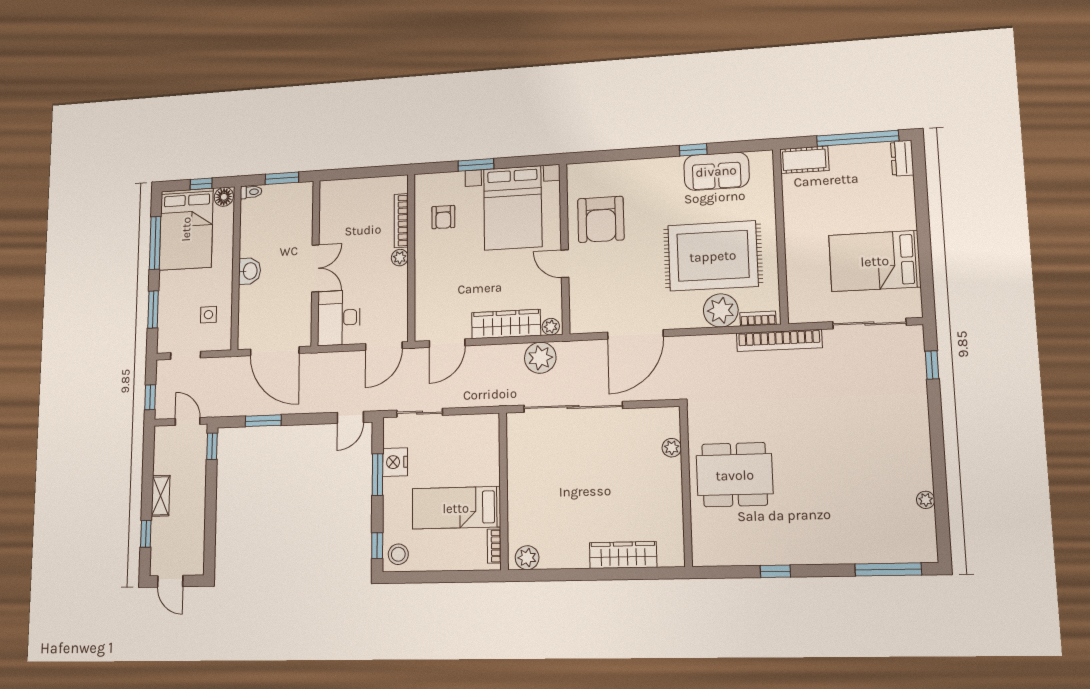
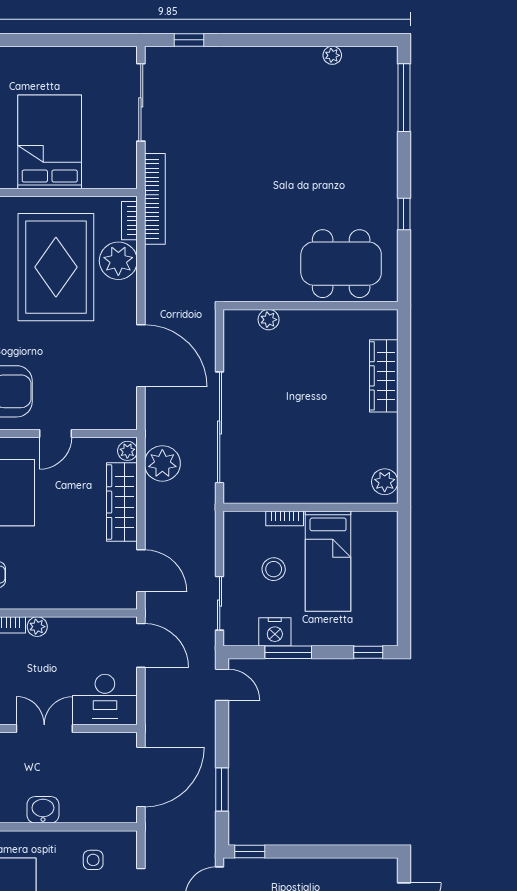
bed: (875, 261) -> (50, 142), moved, turned 180
dining table: (735, 475) -> (341, 264), moved, turned 90
bookcase: (494, 546) -> (285, 518), moved
stool: (398, 554) -> (274, 569), moved

